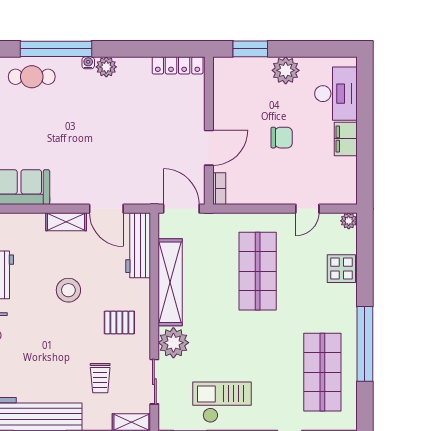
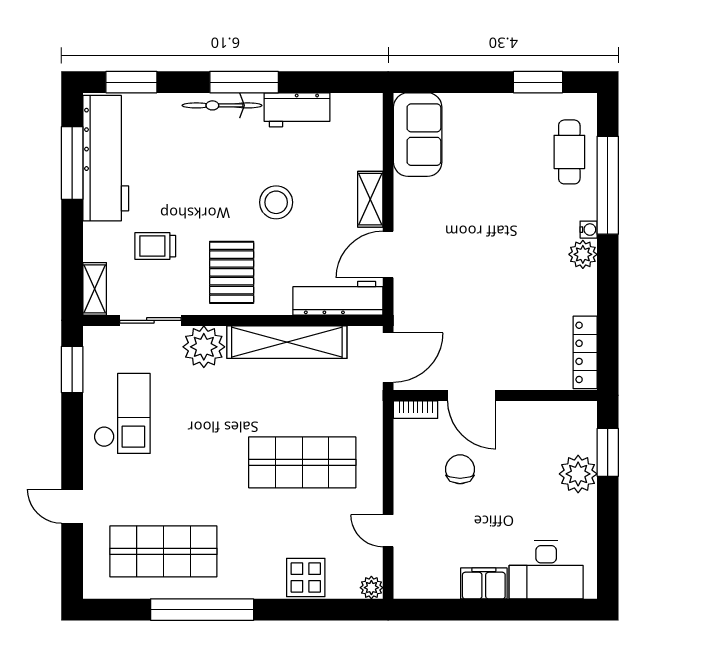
plant: (286, 70) -> (578, 474), moved
chair: (282, 138) -> (460, 469), moved, turned 180
pallet: (119, 322) -> (232, 272), width x1.50, depth x1.42

